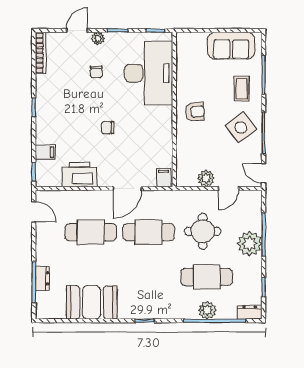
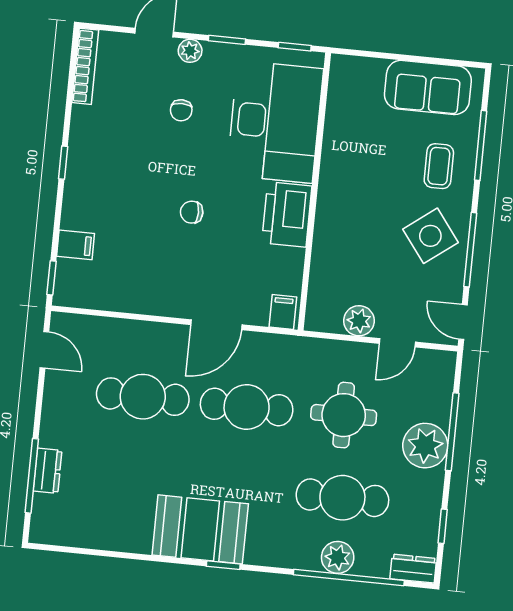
armchair: (195, 112) -> (351, 199), removed
printer: (80, 174) -> (287, 214), moved, turned -90
booth: (92, 302) -> (200, 529), moved

